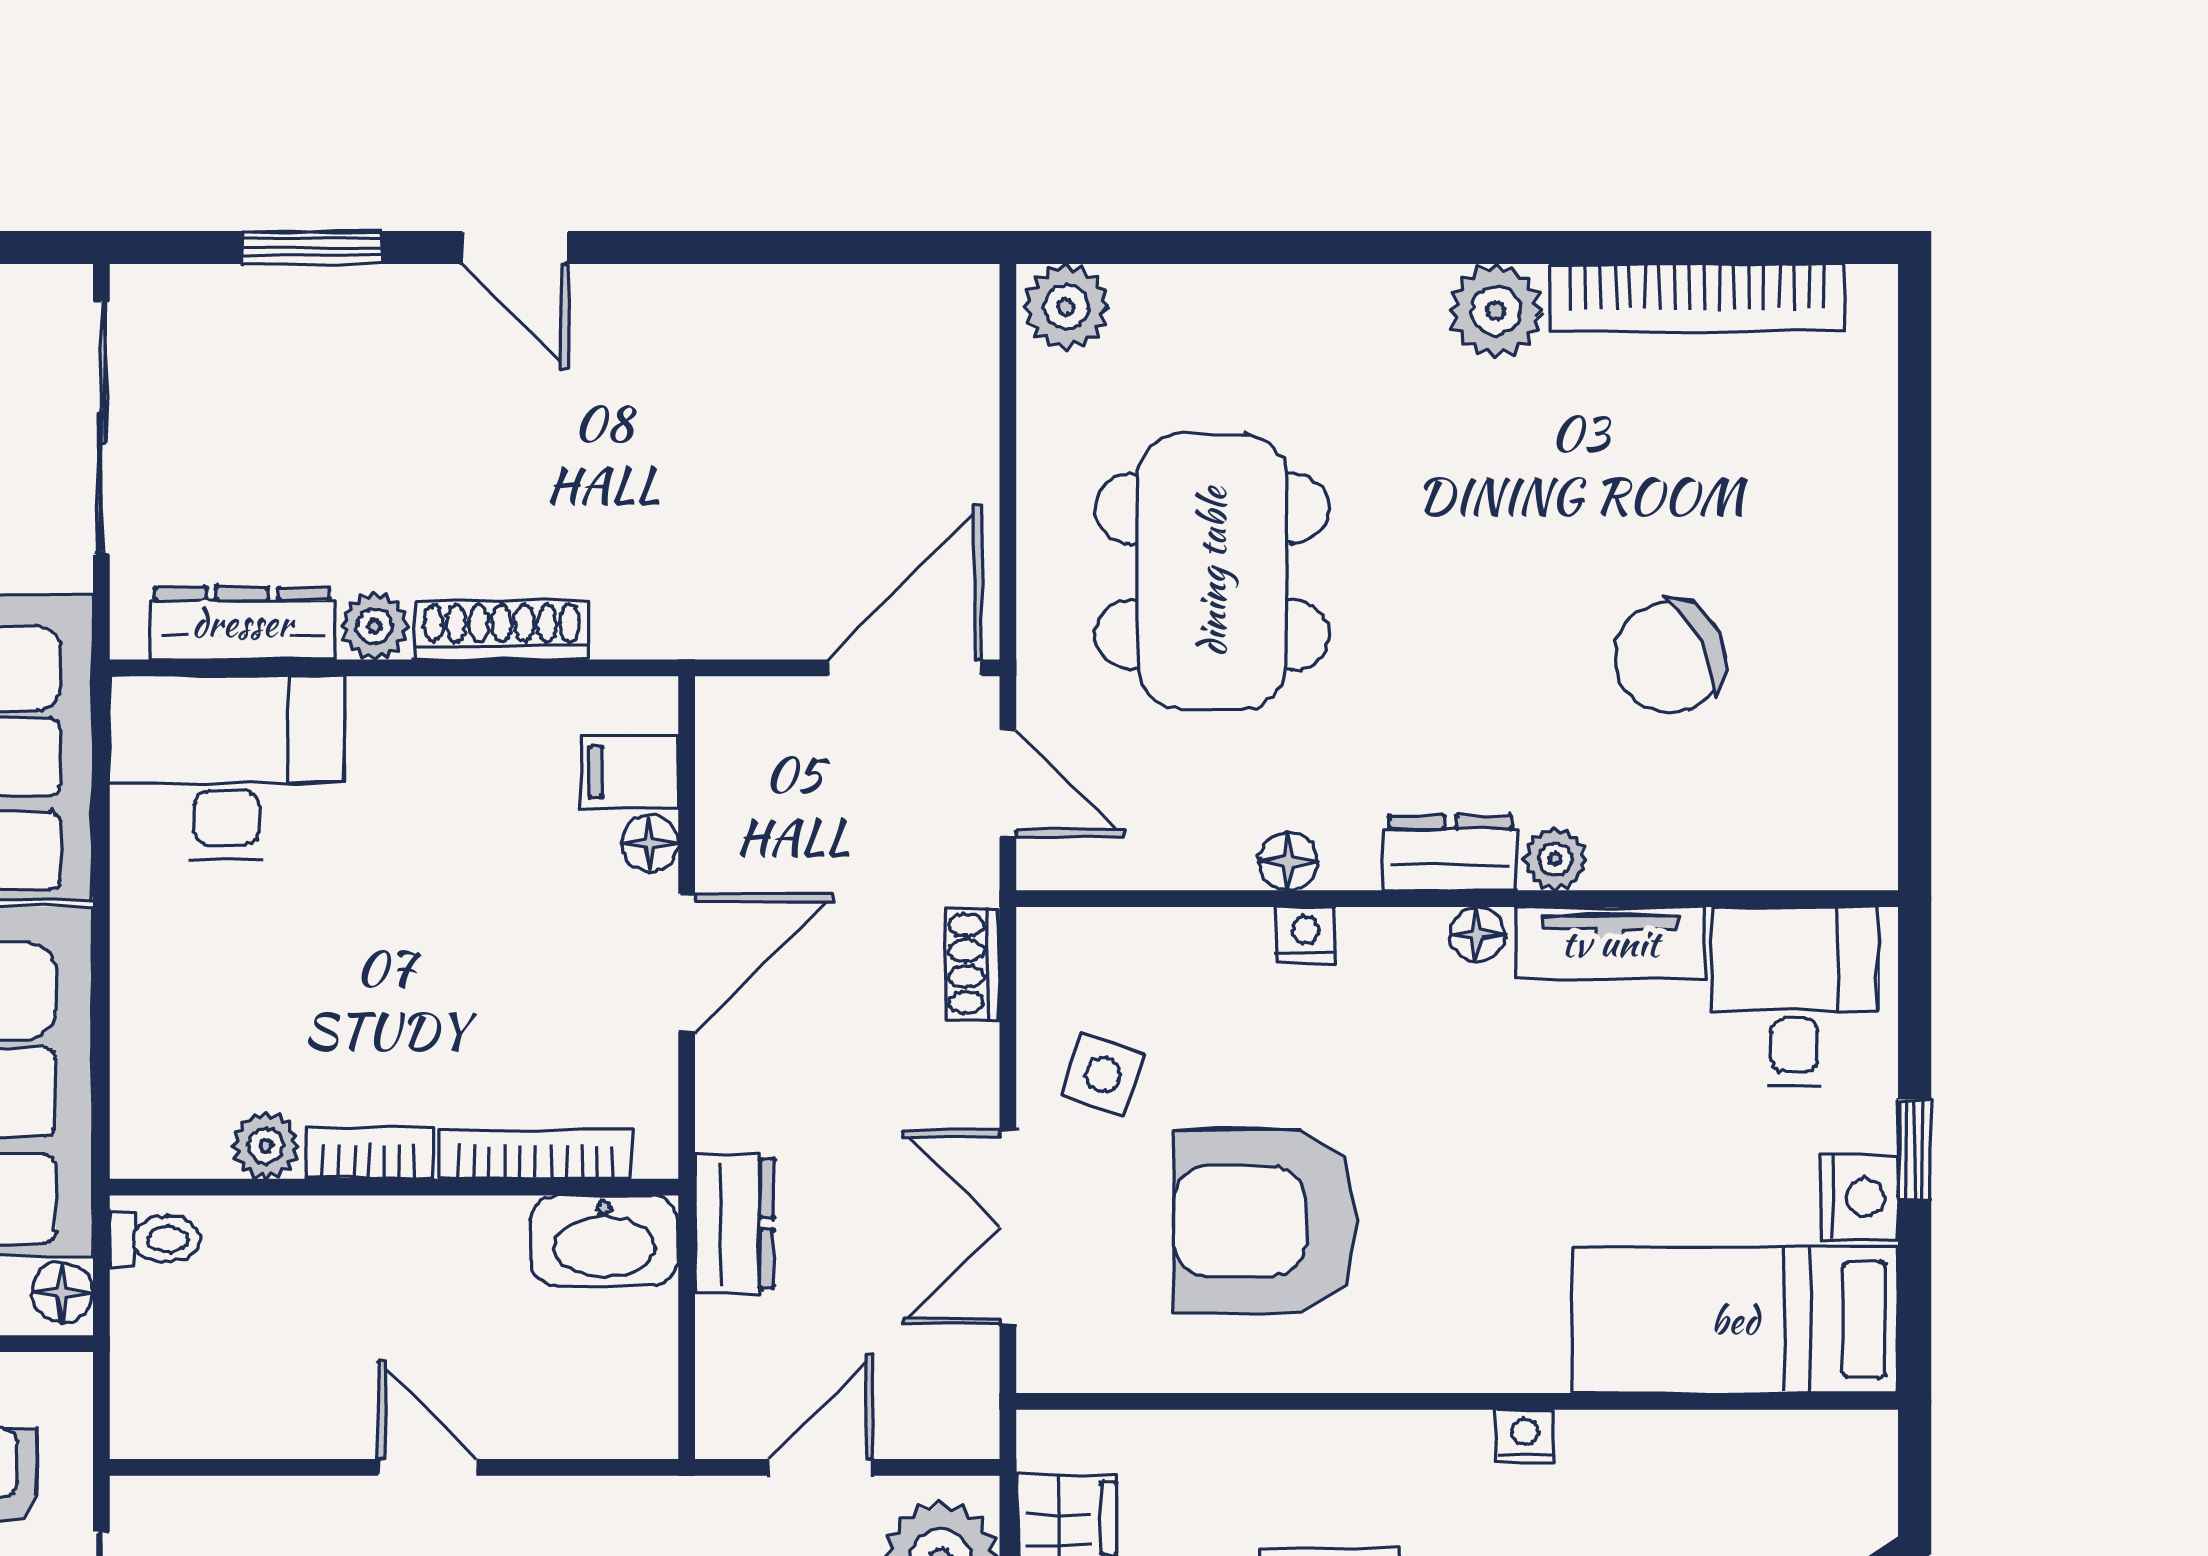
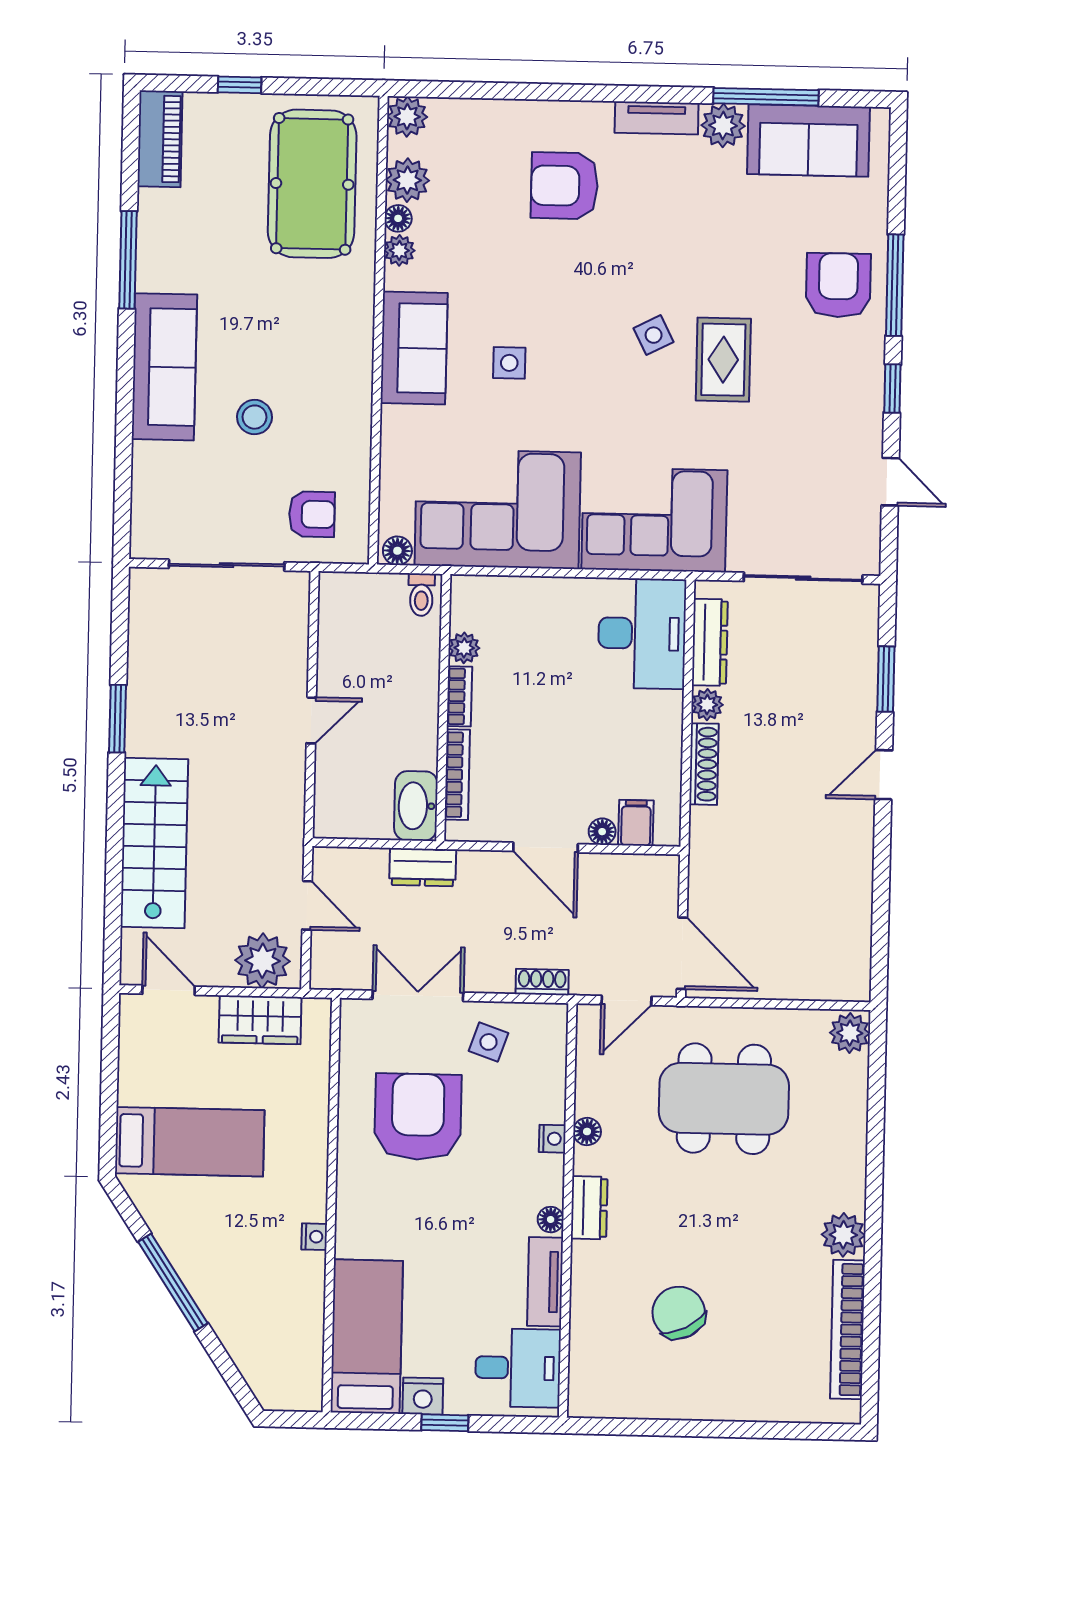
plant: (1555, 859) -> (585, 1257), removed

